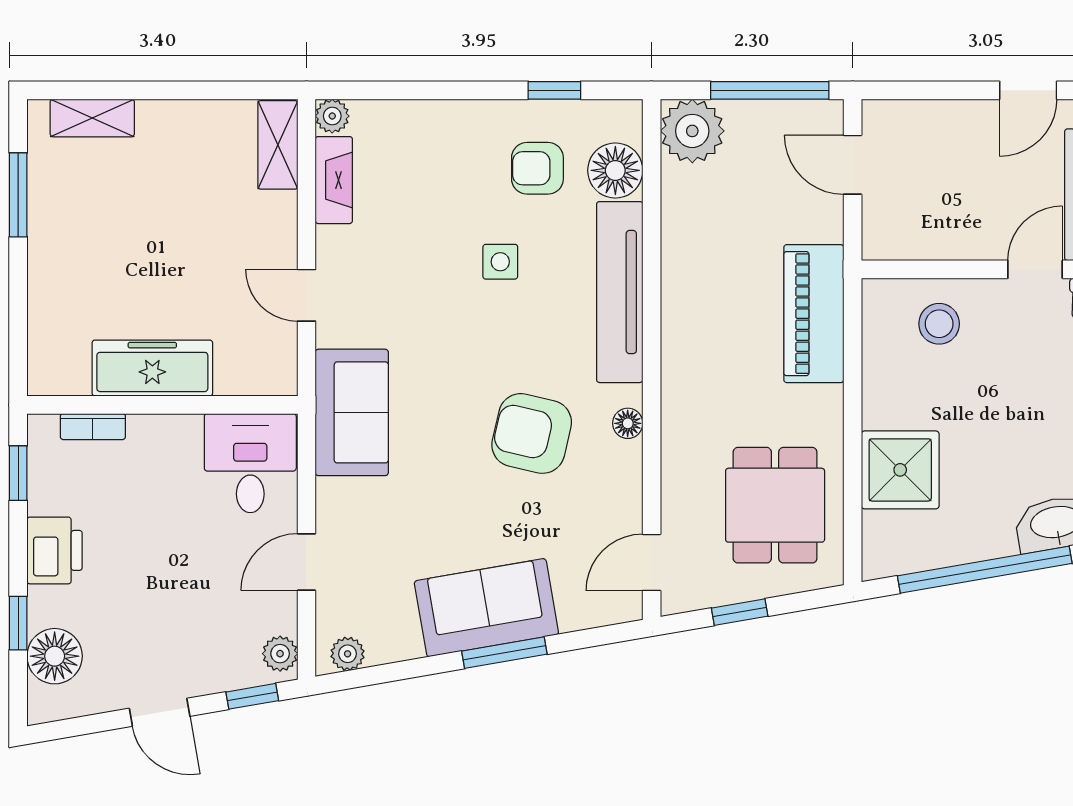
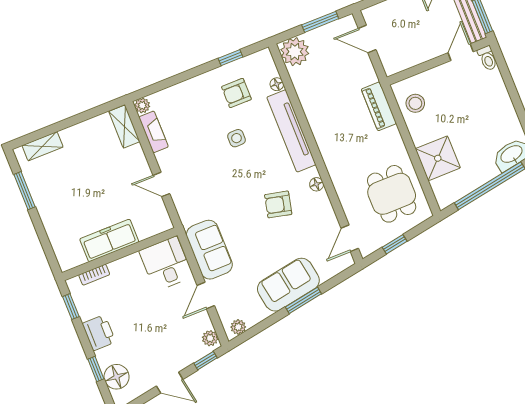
window: (770, 90) -> (320, 22), width x0.69
floor lamp: (615, 170) -> (277, 84), width x0.53, depth x0.53
piano: (814, 314) -> (379, 106), width x0.73, depth x0.75
stool: (939, 324) -> (415, 103), moved
sofa: (352, 412) -> (209, 250), moved
armchair: (532, 433) -> (278, 204), width x0.72, depth x0.72

